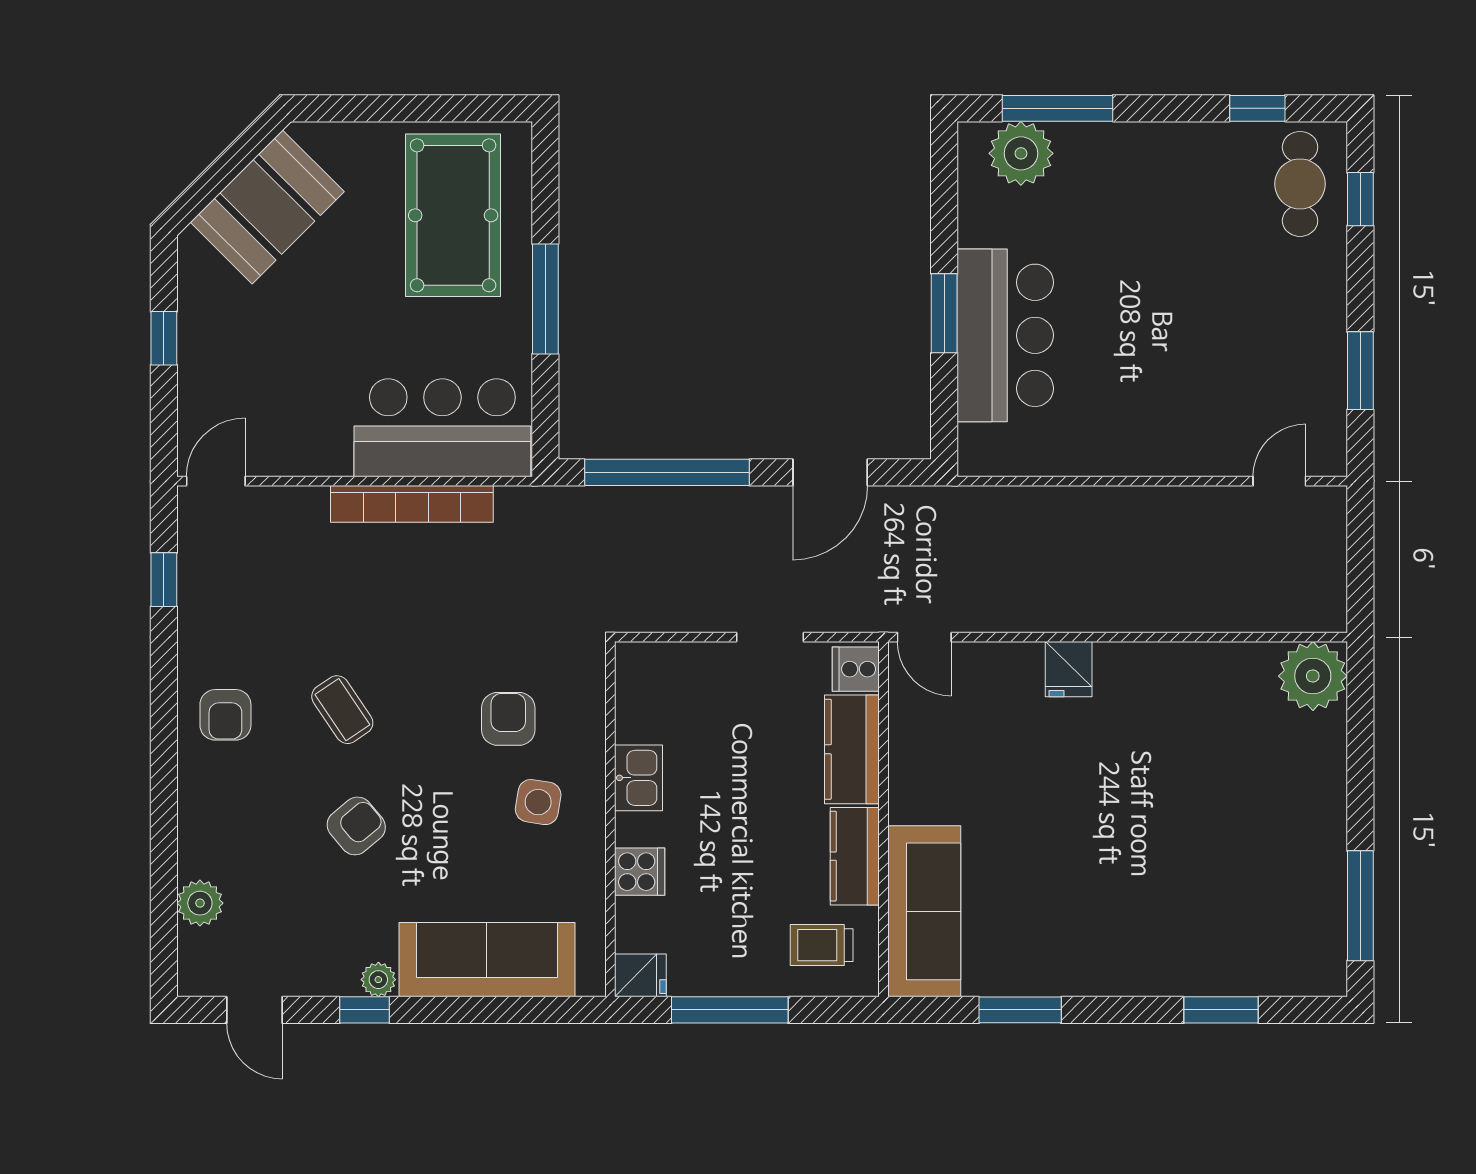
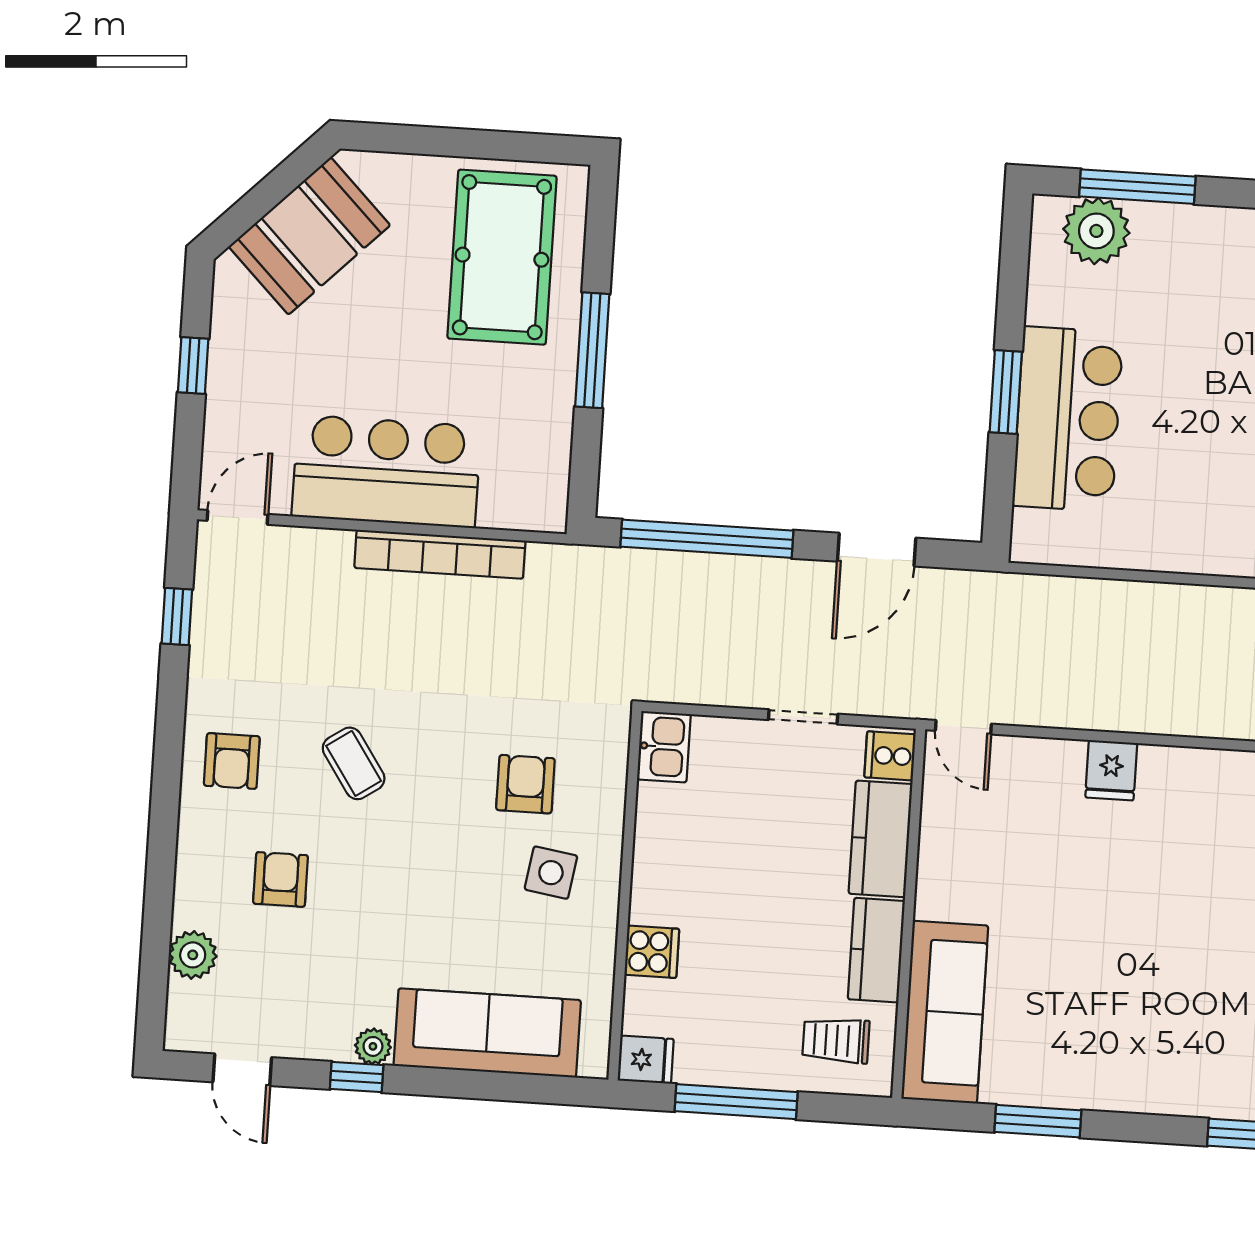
bar counter: (442, 428) -> (386, 471), moved
kitchen sink: (639, 778) -> (664, 747), moved
armchair: (356, 826) -> (281, 879), moved, turned -50

